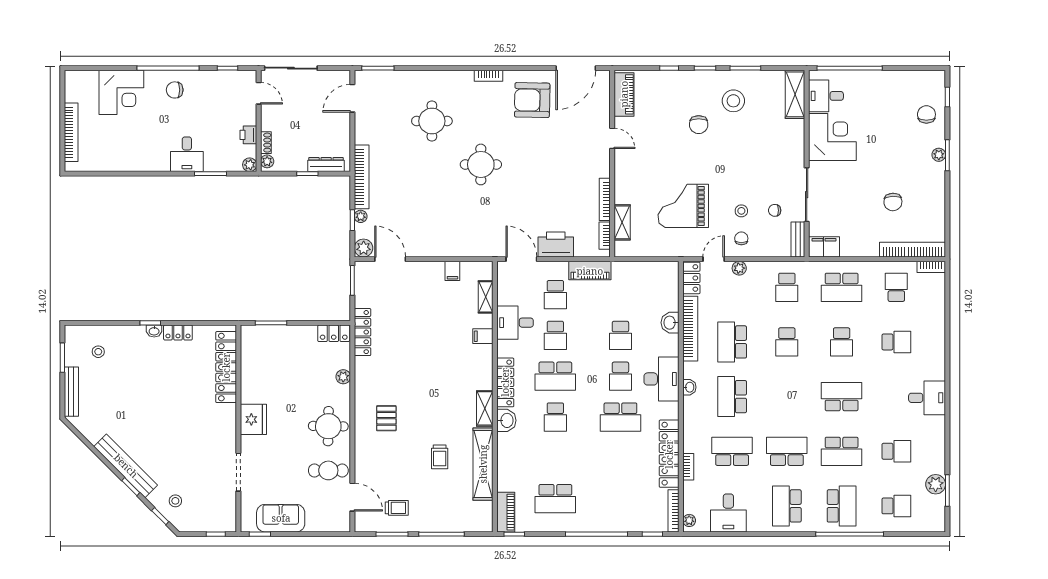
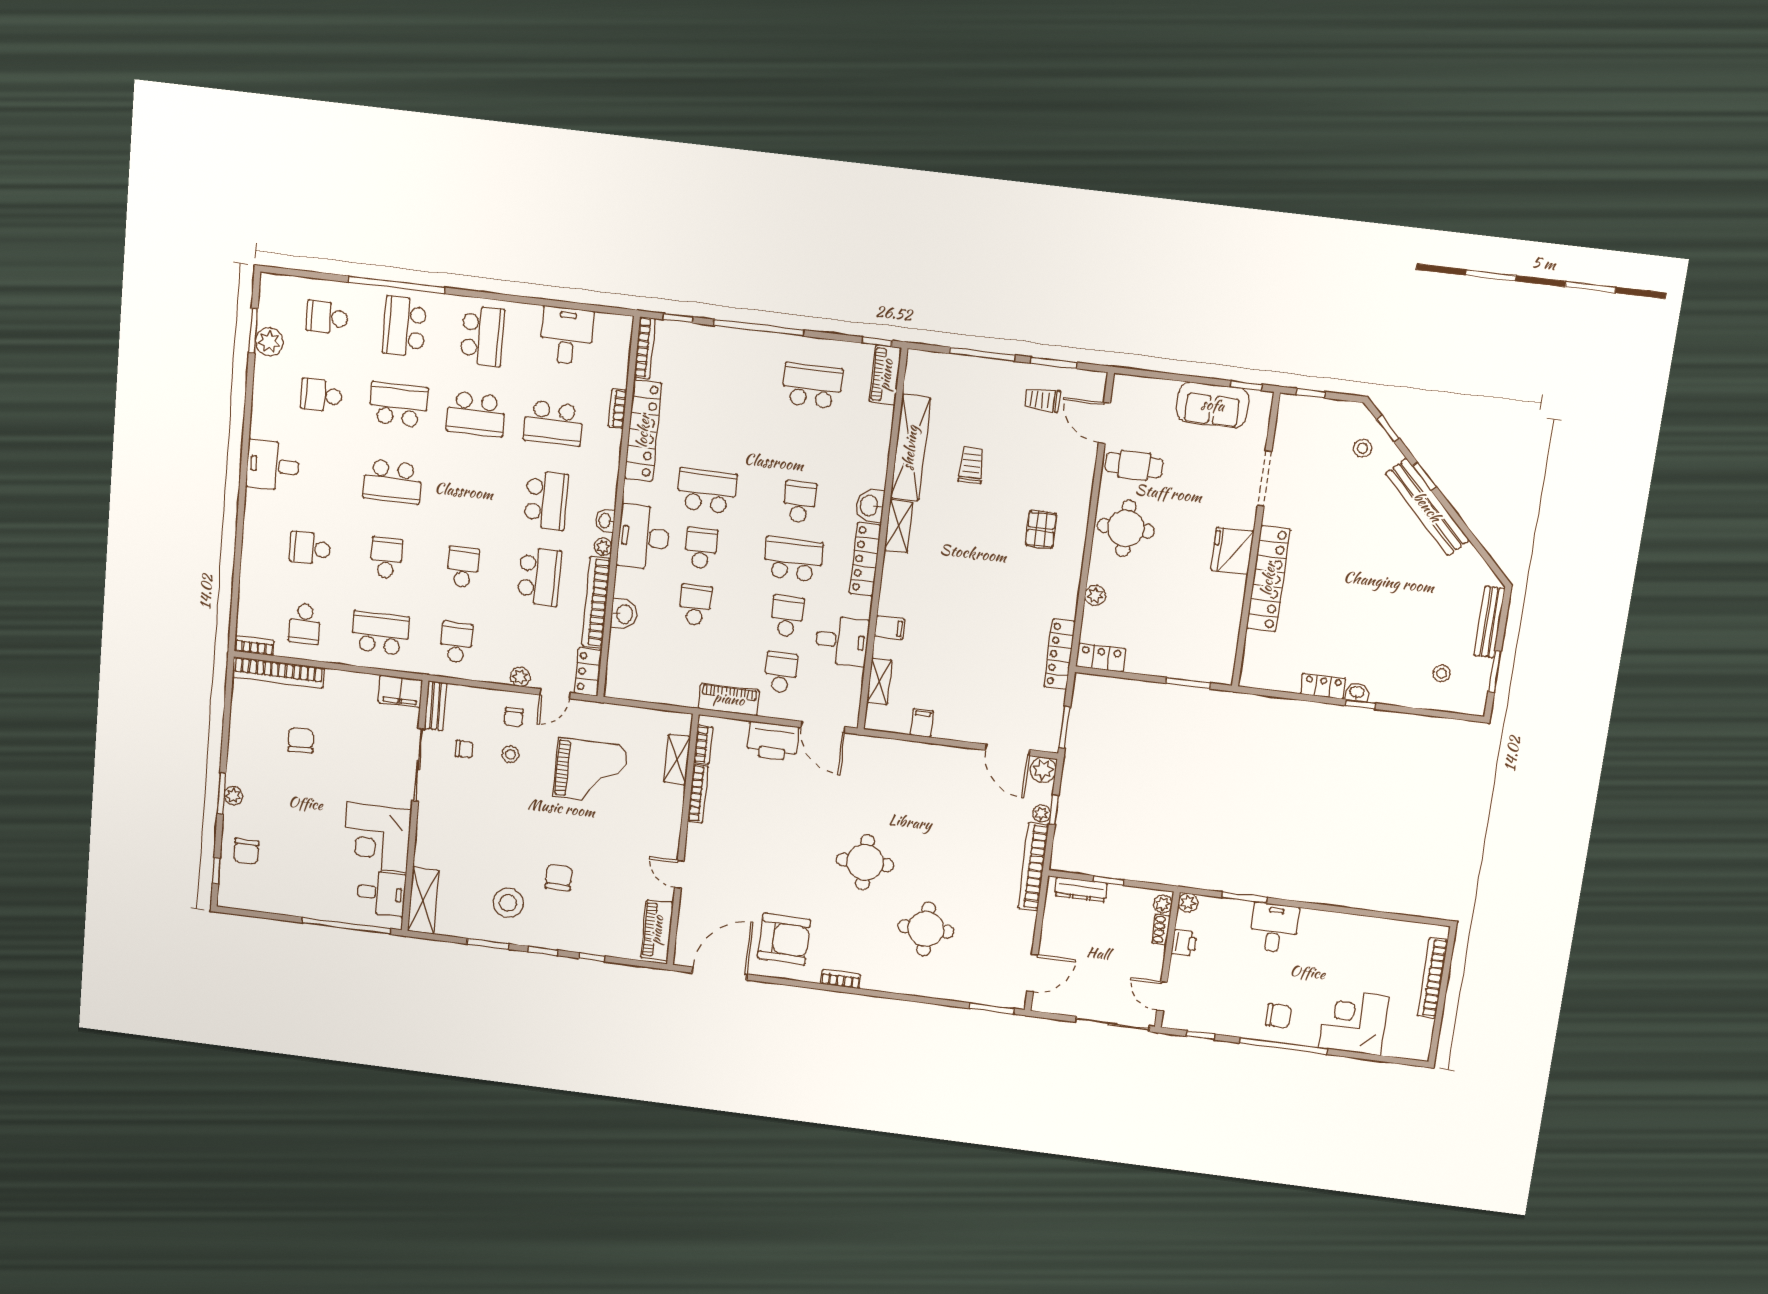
locker: (226, 367) -> (1268, 579), moved
plant: (689, 520) -> (603, 547), moved

